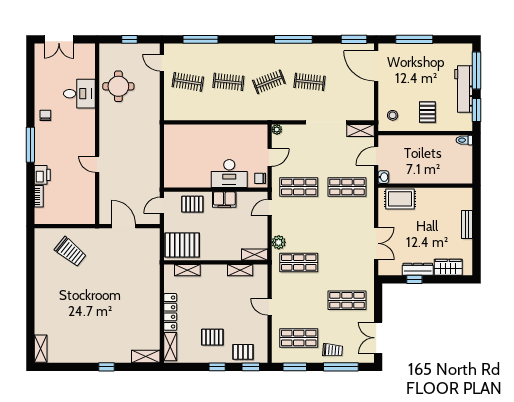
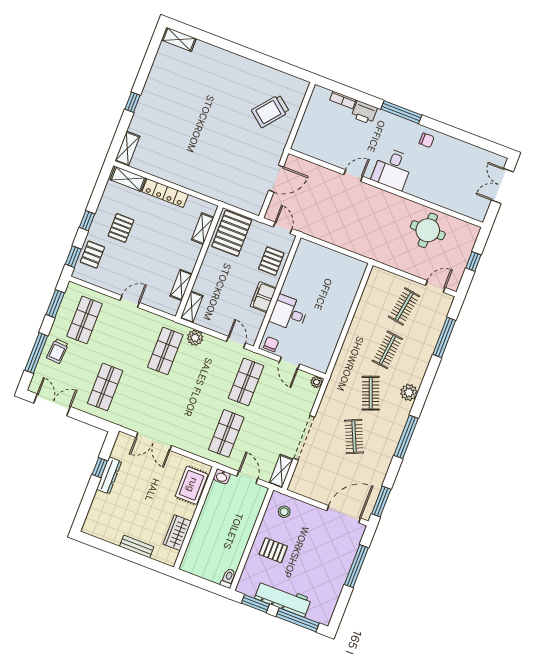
plant: (256, 51) -> (409, 392), added
clothes rail: (309, 82) -> (354, 437), turned -30
desk: (79, 94) -> (392, 169), moved
desk: (229, 174) -> (289, 313), width x0.73
wardrobe: (448, 267) -> (177, 533), moved, turned 180

